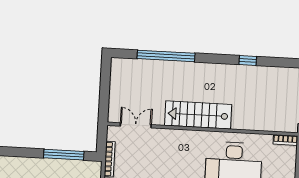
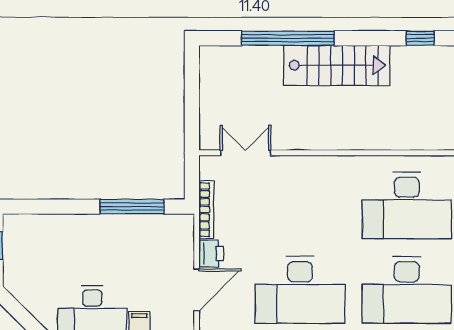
stairs: (198, 115) -> (337, 65), moved, turned 180

